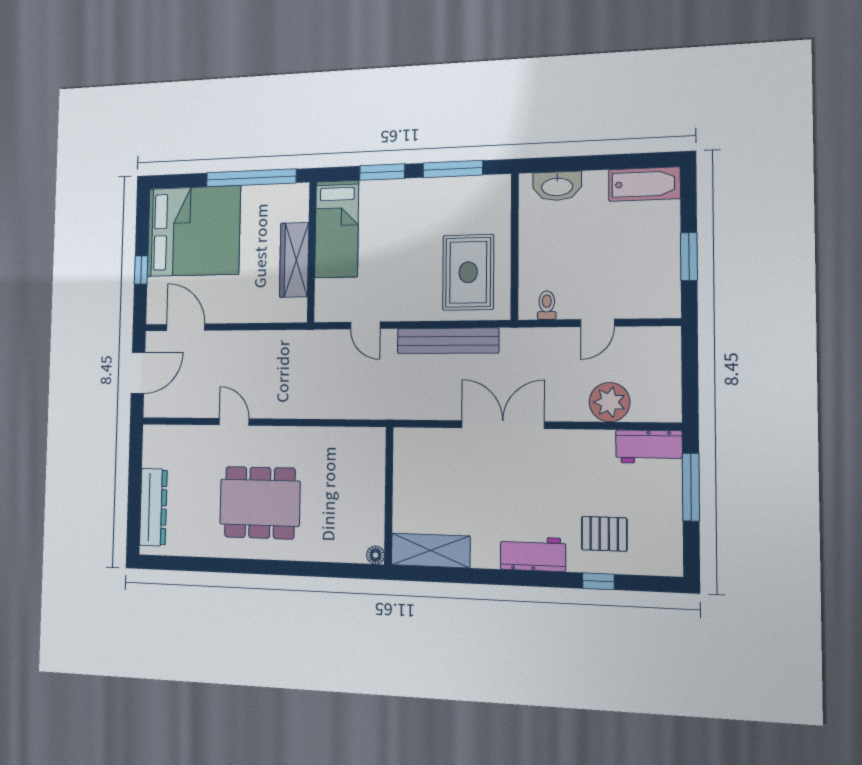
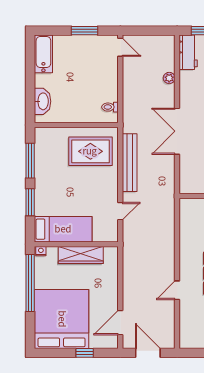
nightstand: (302, 193) -> (41, 251), added
door: (597, 323) -> (120, 47), moved
plant: (610, 402) -> (169, 78), width x0.53, depth x0.53

